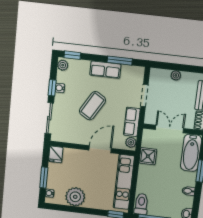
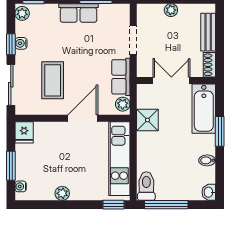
coffee table: (92, 106) -> (53, 80), moved, turned -31
plant: (75, 197) -> (62, 193), width x0.53, depth x0.53

